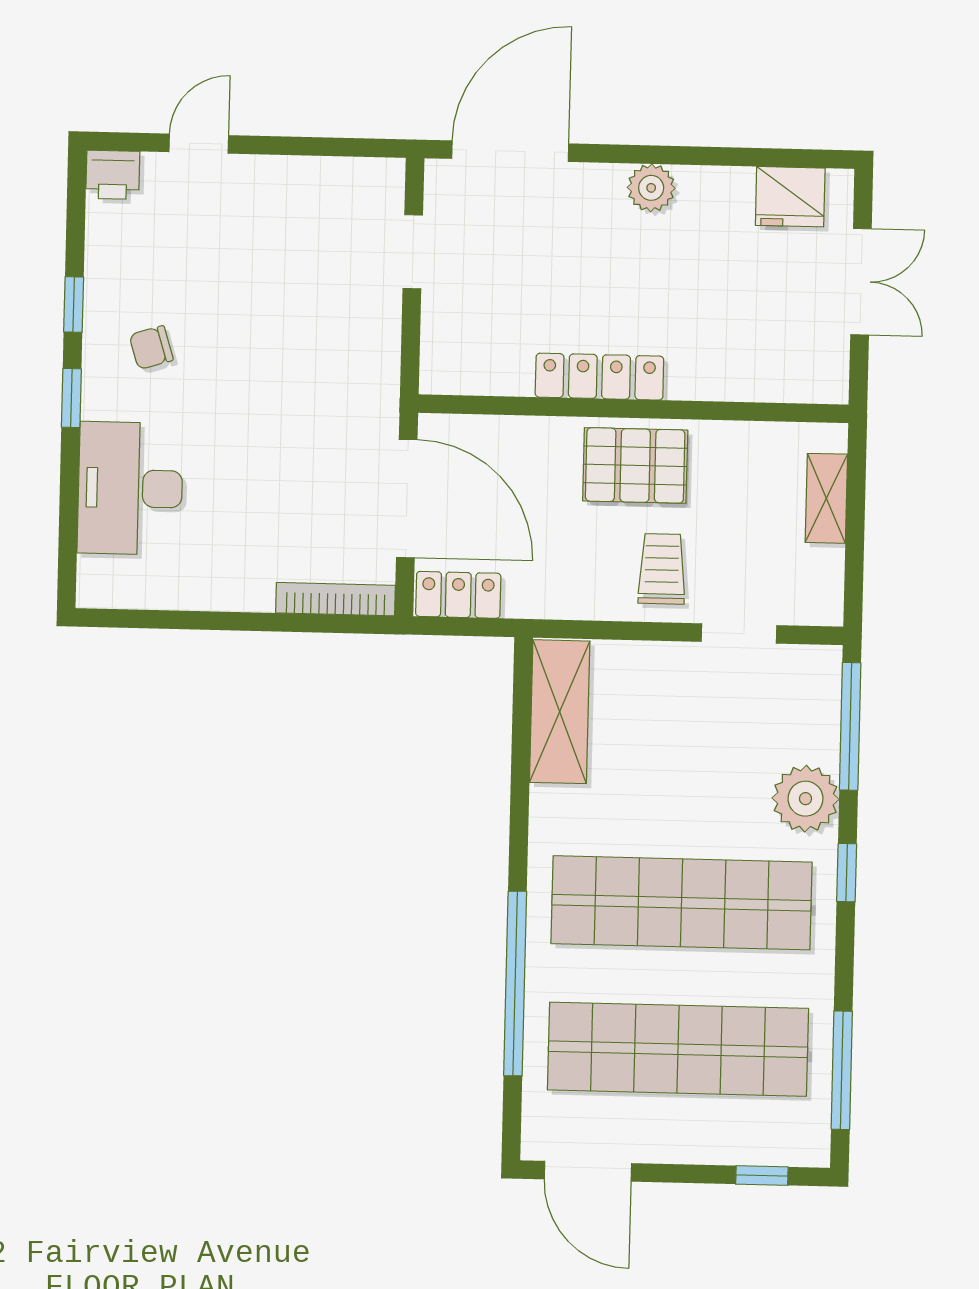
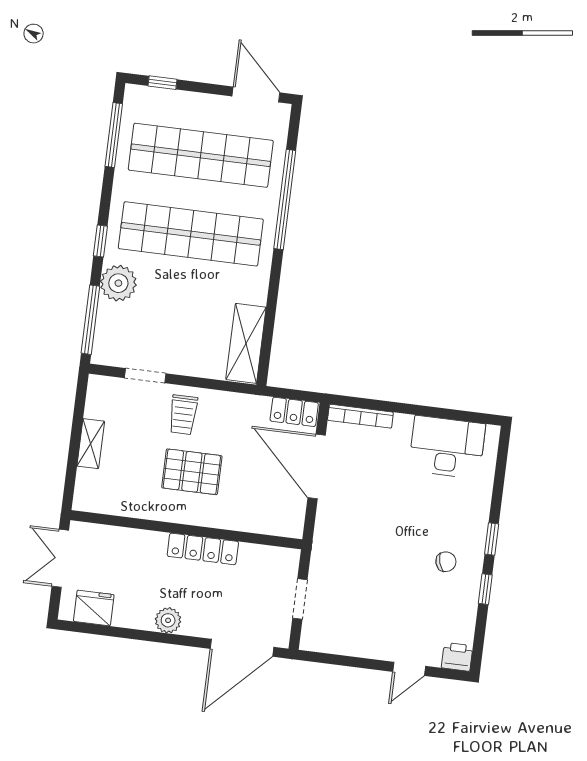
locker: (599, 377) -> (203, 549), moved
wall: (633, 409) -> (186, 530), moved
desk: (130, 488) -> (447, 447), moved, turned -90

